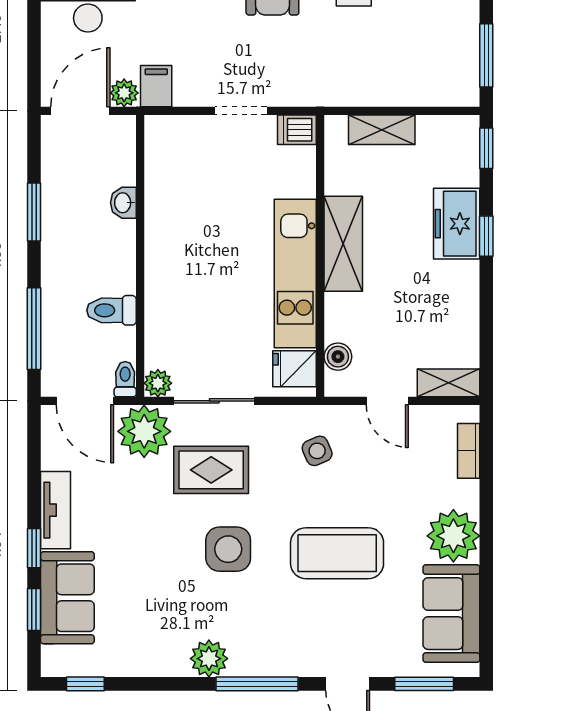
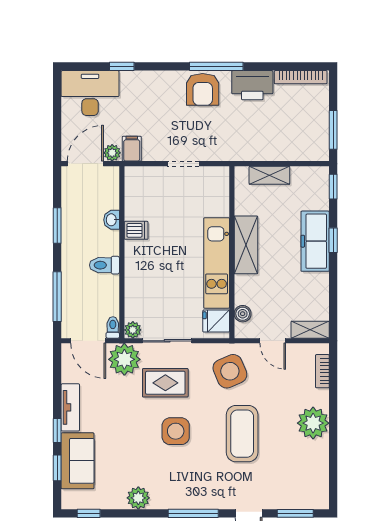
dishwasher: (297, 130) -> (136, 230), moved, turned 180
freezer: (457, 224) -> (315, 241), width x1.40
toilet: (112, 310) -> (104, 265), moved
side table: (317, 451) -> (230, 371), width x1.87, depth x1.87
coffee table: (337, 553) -> (242, 434), turned 90
sofa: (451, 614) -> (312, 470), removed
plant: (209, 659) -> (138, 498), moved

